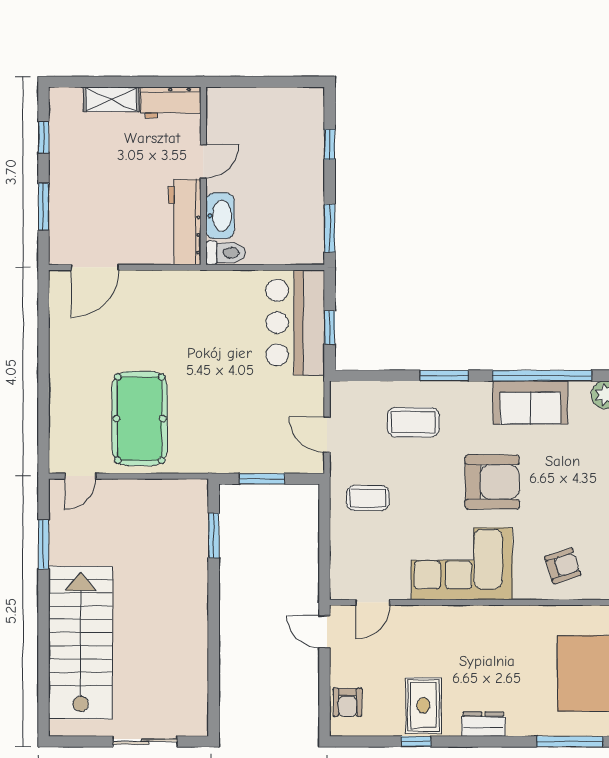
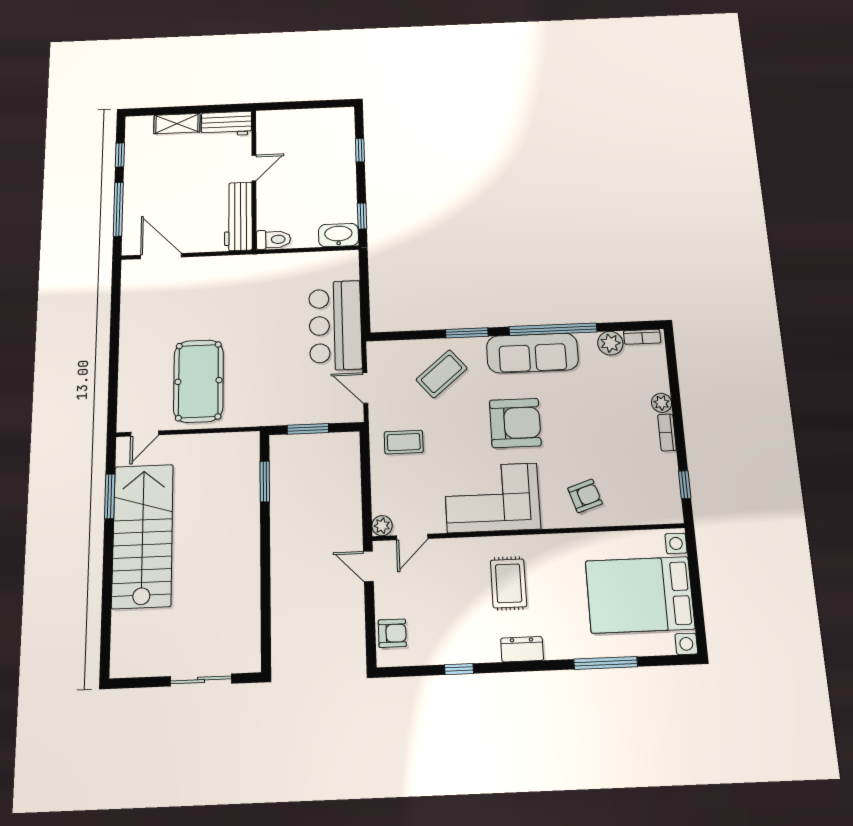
window: (44, 207) -> (118, 209), width x1.44
washbasin: (220, 216) -> (338, 235), moved, turned -90
window: (330, 228) -> (362, 216), width x0.67
door: (95, 267) -> (161, 256), swing flipped
bar counter: (295, 323) -> (335, 325), moved
window: (330, 327) -> (365, 297), removed
sofa: (530, 402) -> (532, 353), width x1.36
coffee table: (413, 422) -> (442, 374), turned -40
plant: (341, 589) -> (382, 526), added
stairs: (81, 643) -> (143, 536), moved
armchair: (347, 702) -> (392, 633), turned -90
rug: (423, 705) -> (509, 583), moved

